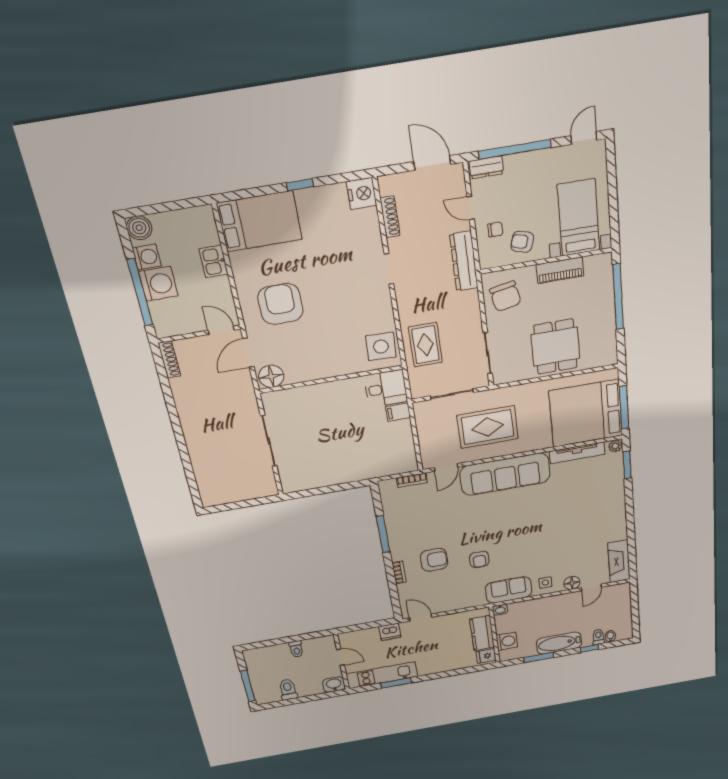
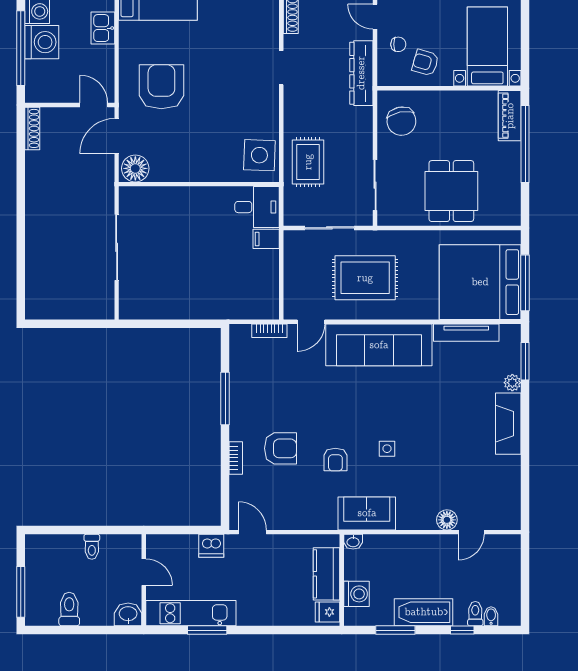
piano: (560, 270) -> (510, 116), moved, turned 90
plant: (615, 446) -> (512, 383), moved
fireplace: (619, 561) -> (508, 424), moved
side table: (545, 583) -> (387, 449), moved

